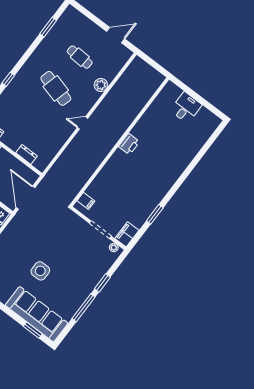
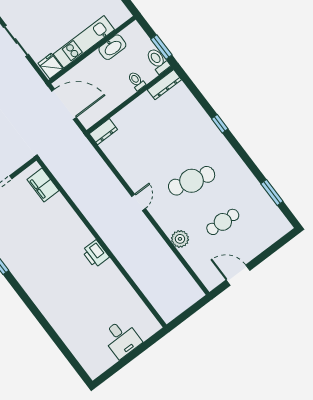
door: (116, 35) -> (238, 275), swing flipped
dresser: (26, 154) -> (103, 132), moved
filing cabinet: (86, 201) -> (43, 185), width x2.00

